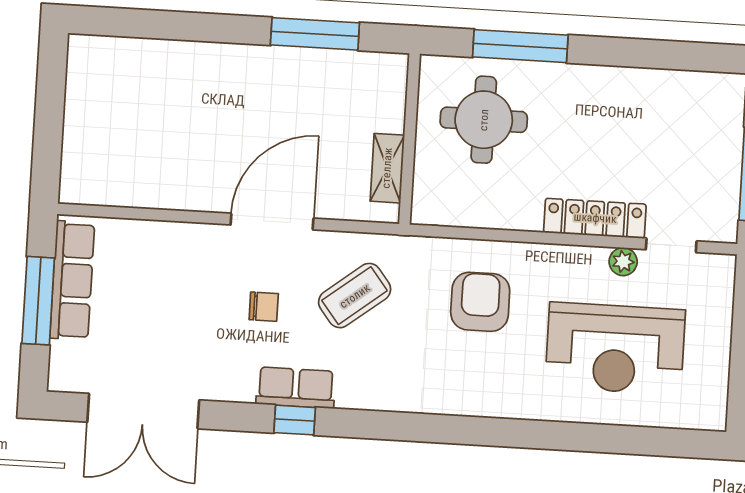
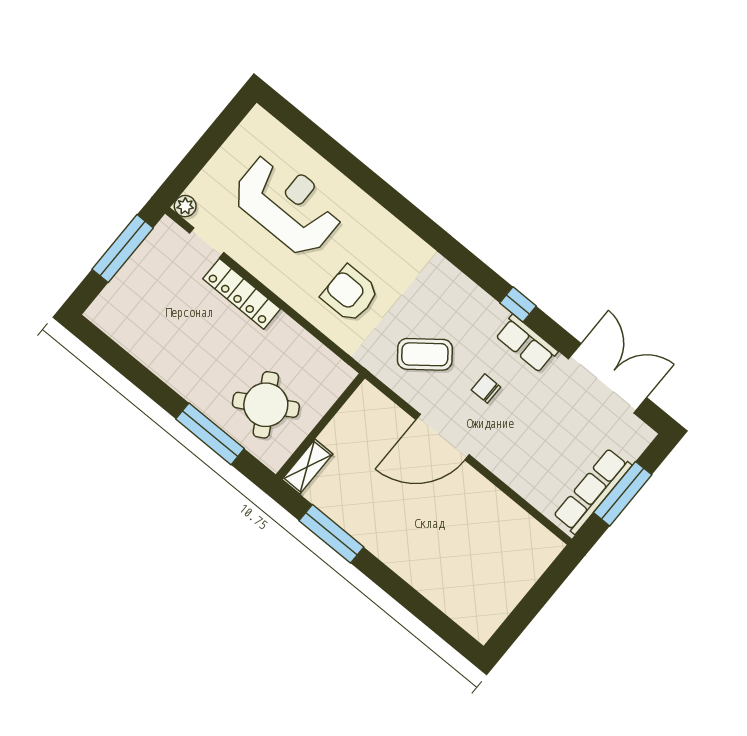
round table: (484, 120) -> (266, 405), turned -30
shelving: (387, 168) -> (307, 467), moved
plant: (623, 262) -> (185, 206), moved
armchair: (480, 302) -> (350, 294), turned 90
row of seats: (296, 388) -> (527, 344), moved

